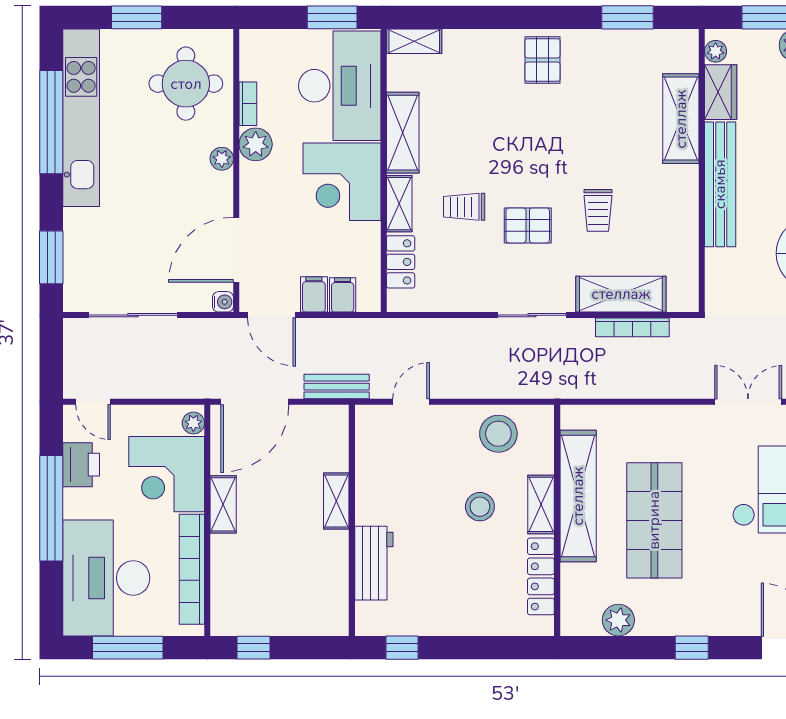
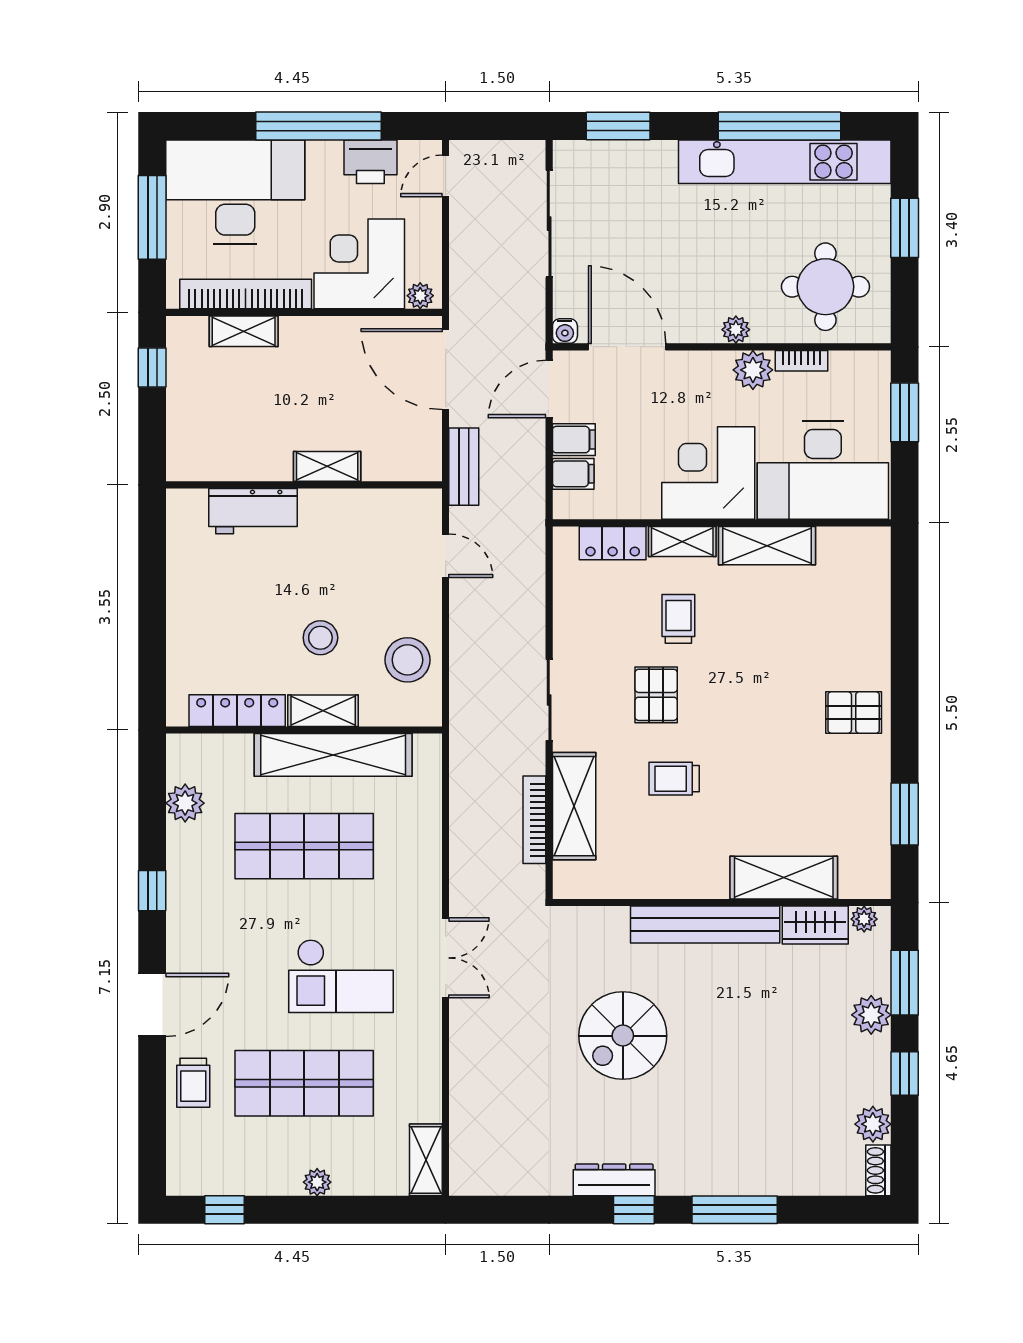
window: (332, 17) -> (905, 412), moved
shelving: (414, 41) -> (876, 559), removed
shelving: (223, 504) -> (244, 331), moved
window: (402, 648) -> (152, 545), removed

